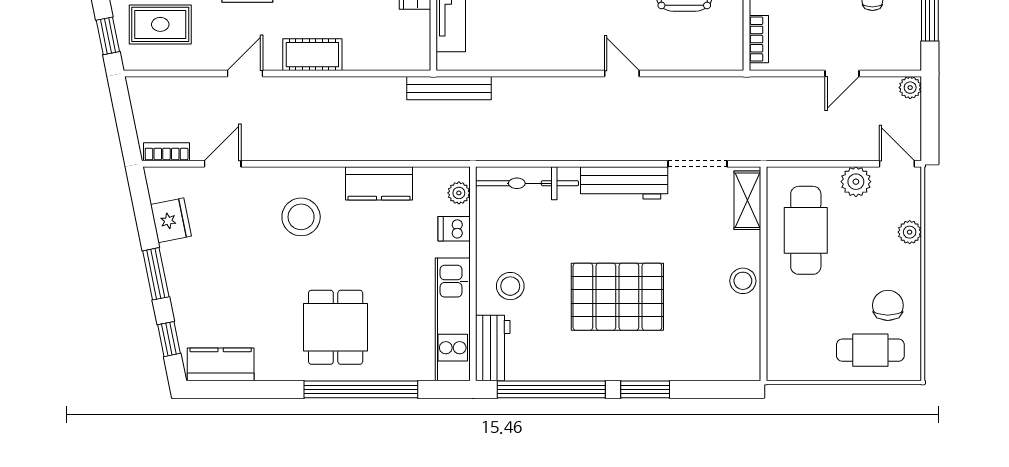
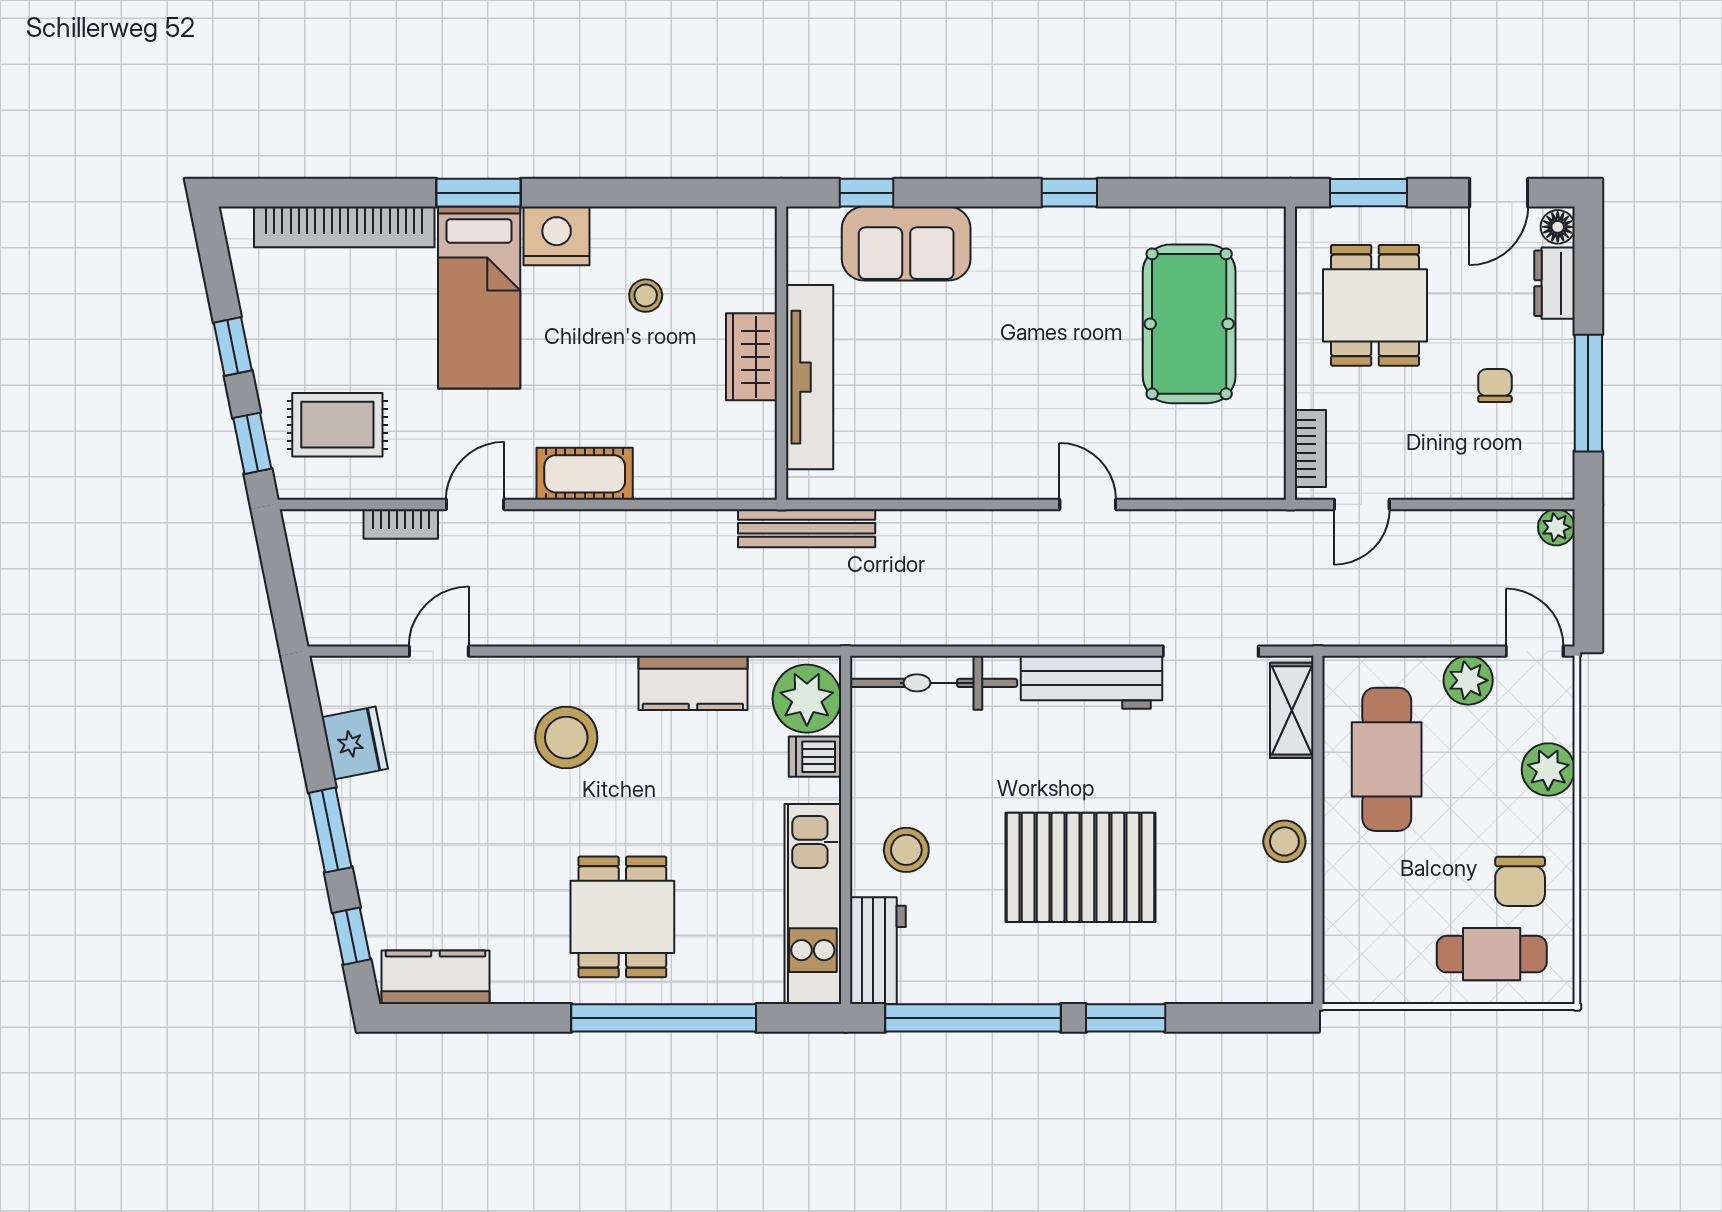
door: (842, 73) -> (1362, 504), moved
bookcase: (167, 152) -> (401, 524), moved, turned 180
plant: (459, 193) -> (807, 699), width x1.87, depth x1.87
plant: (910, 232) -> (1548, 769), width x1.38, depth x1.38
chair: (888, 305) -> (1520, 881), turned 180

